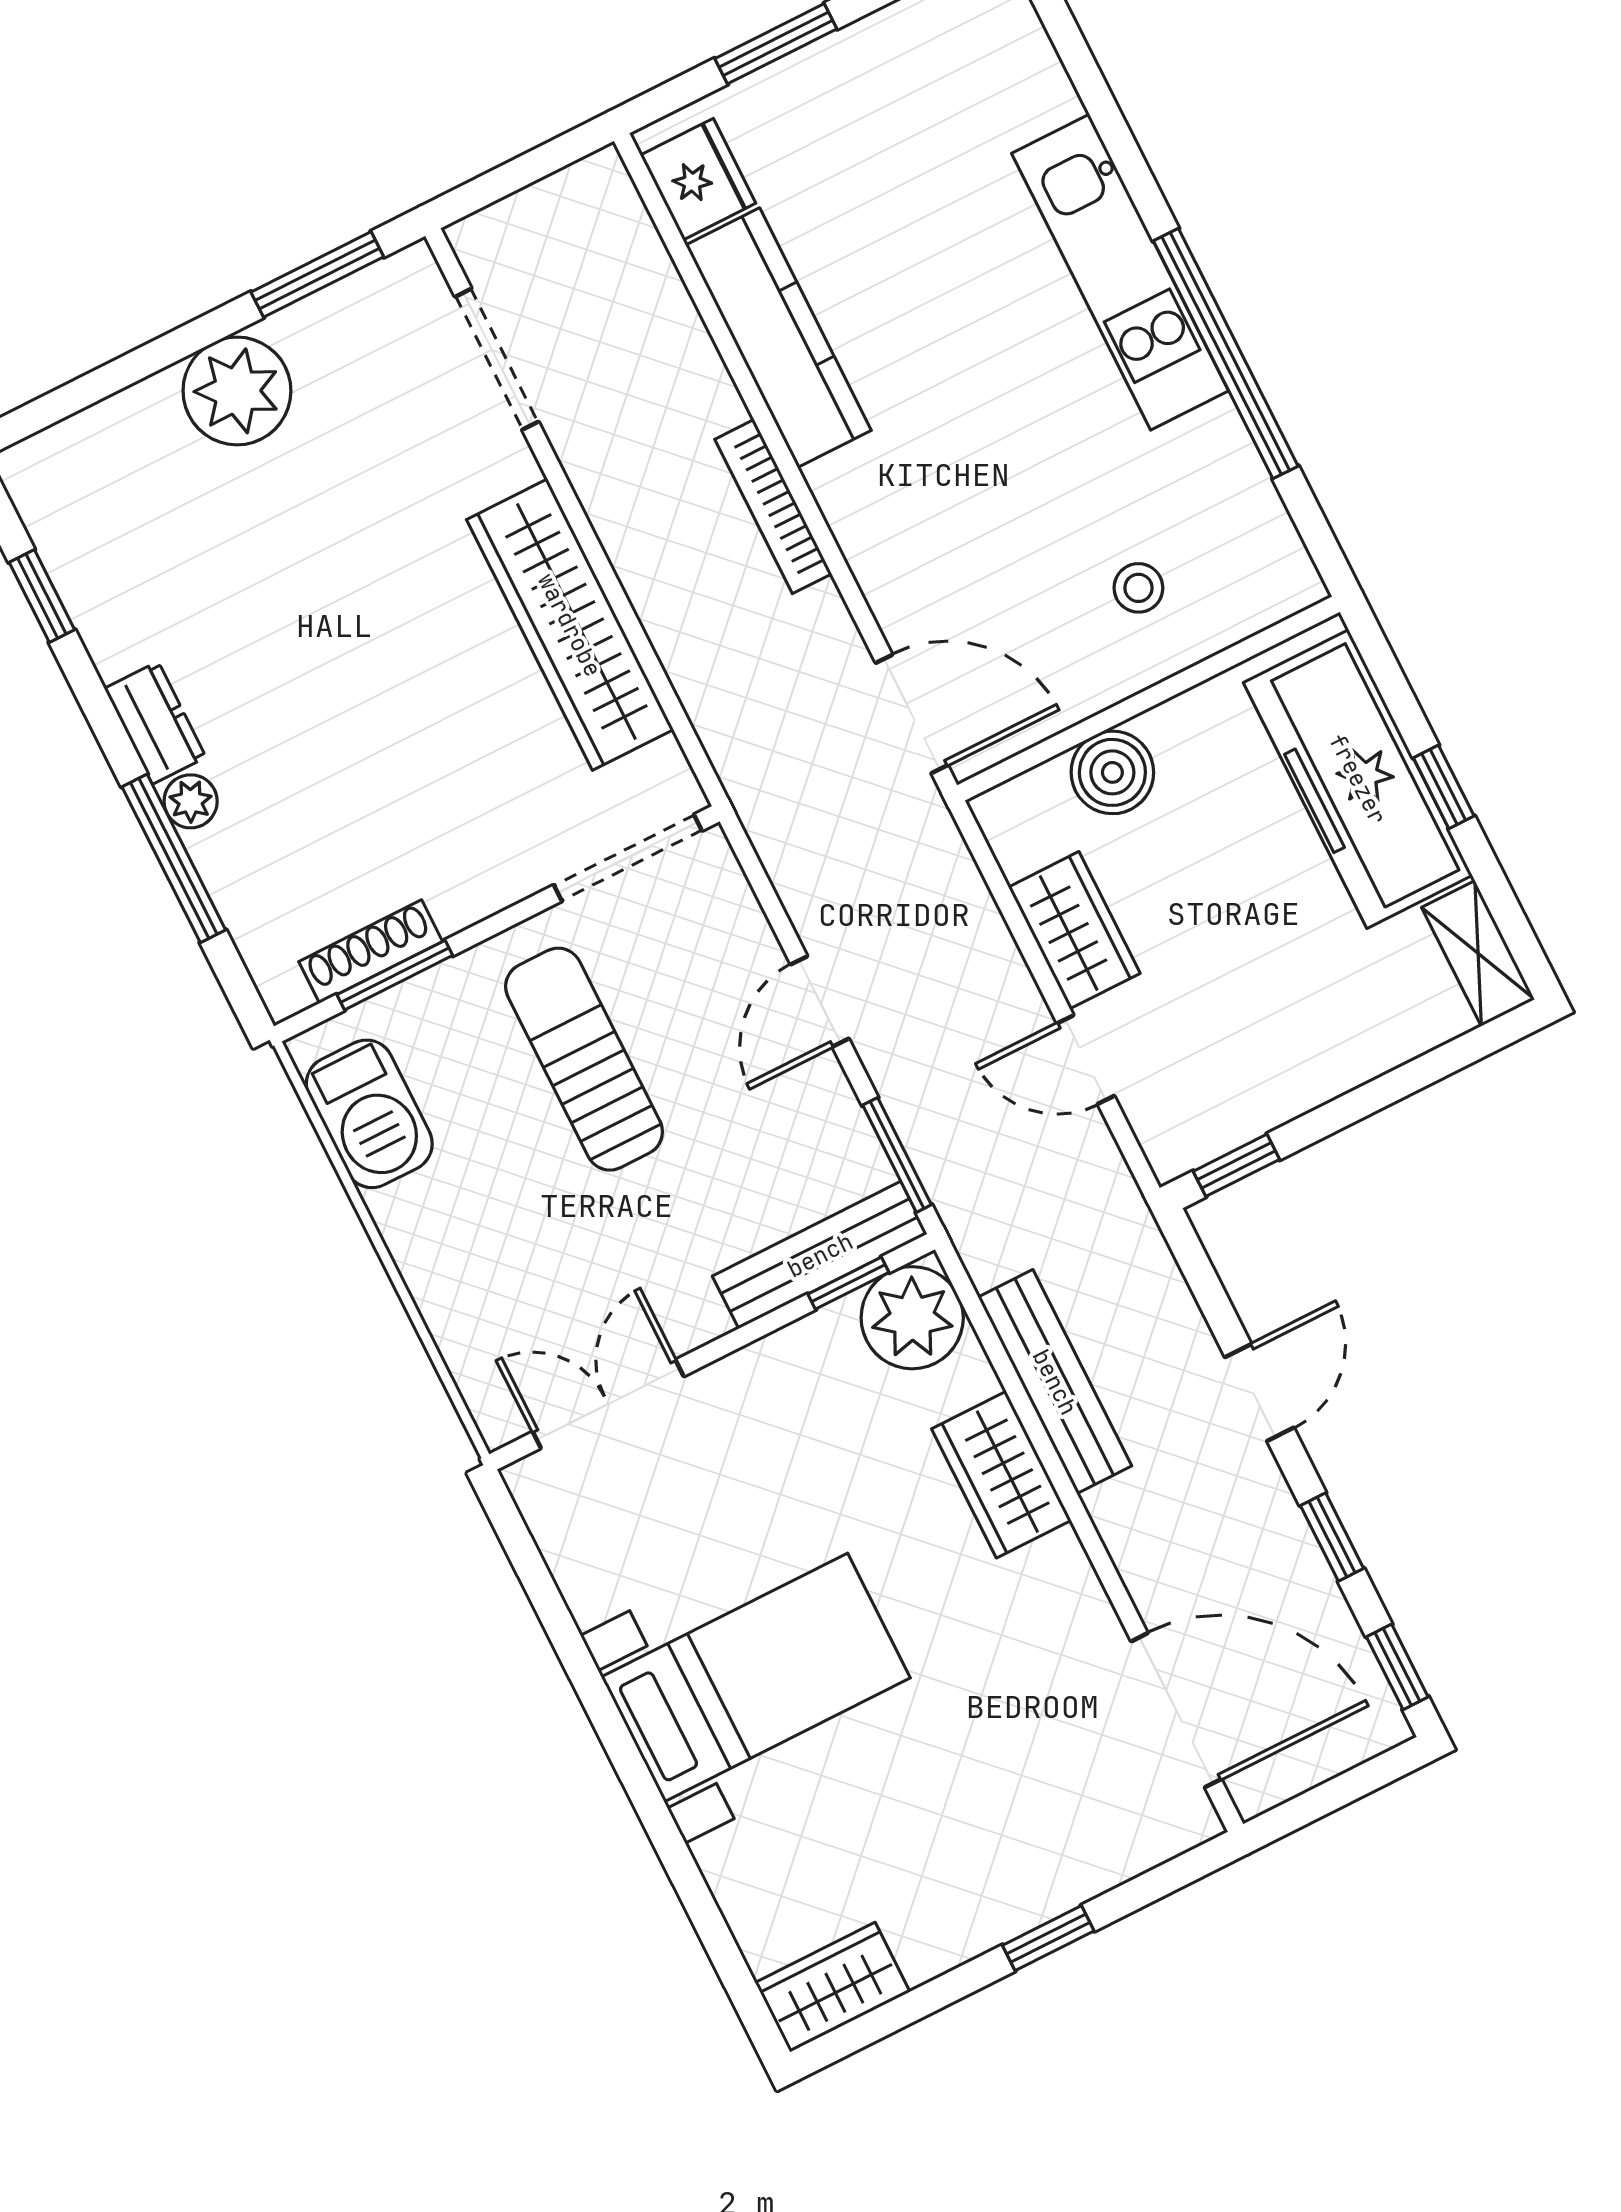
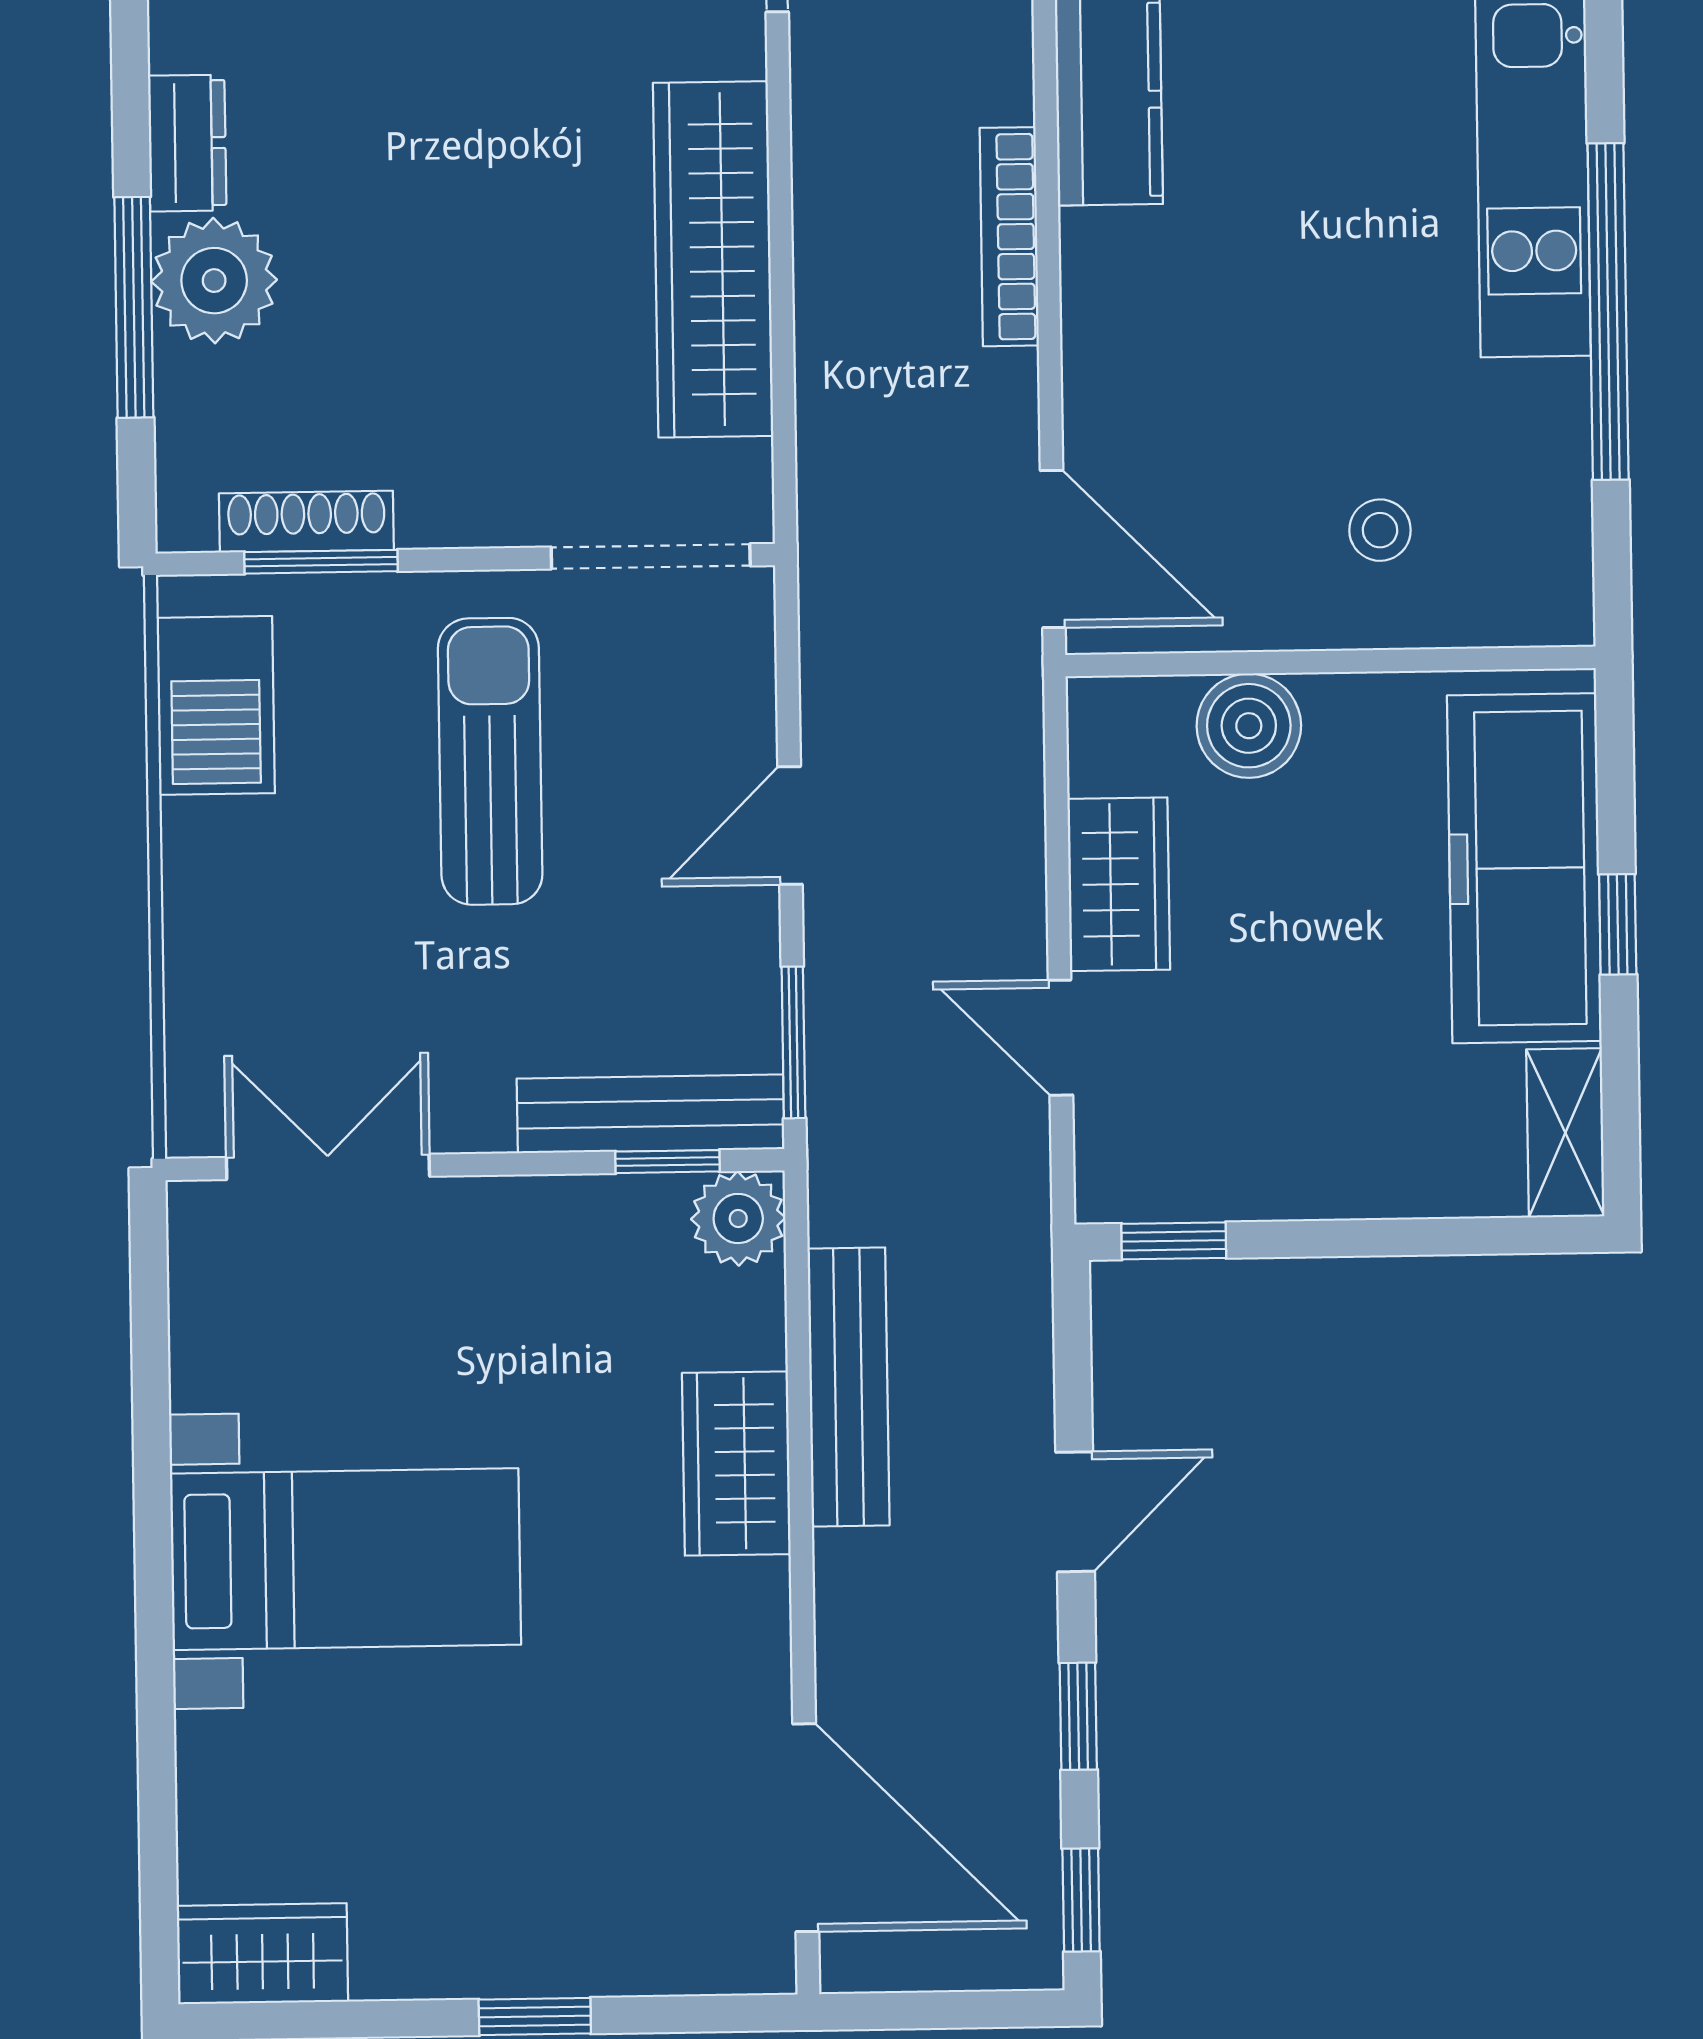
plant: (191, 801) -> (214, 281), width x1.88, depth x1.88
plant: (912, 1318) -> (738, 1218), width x0.73, depth x0.73

